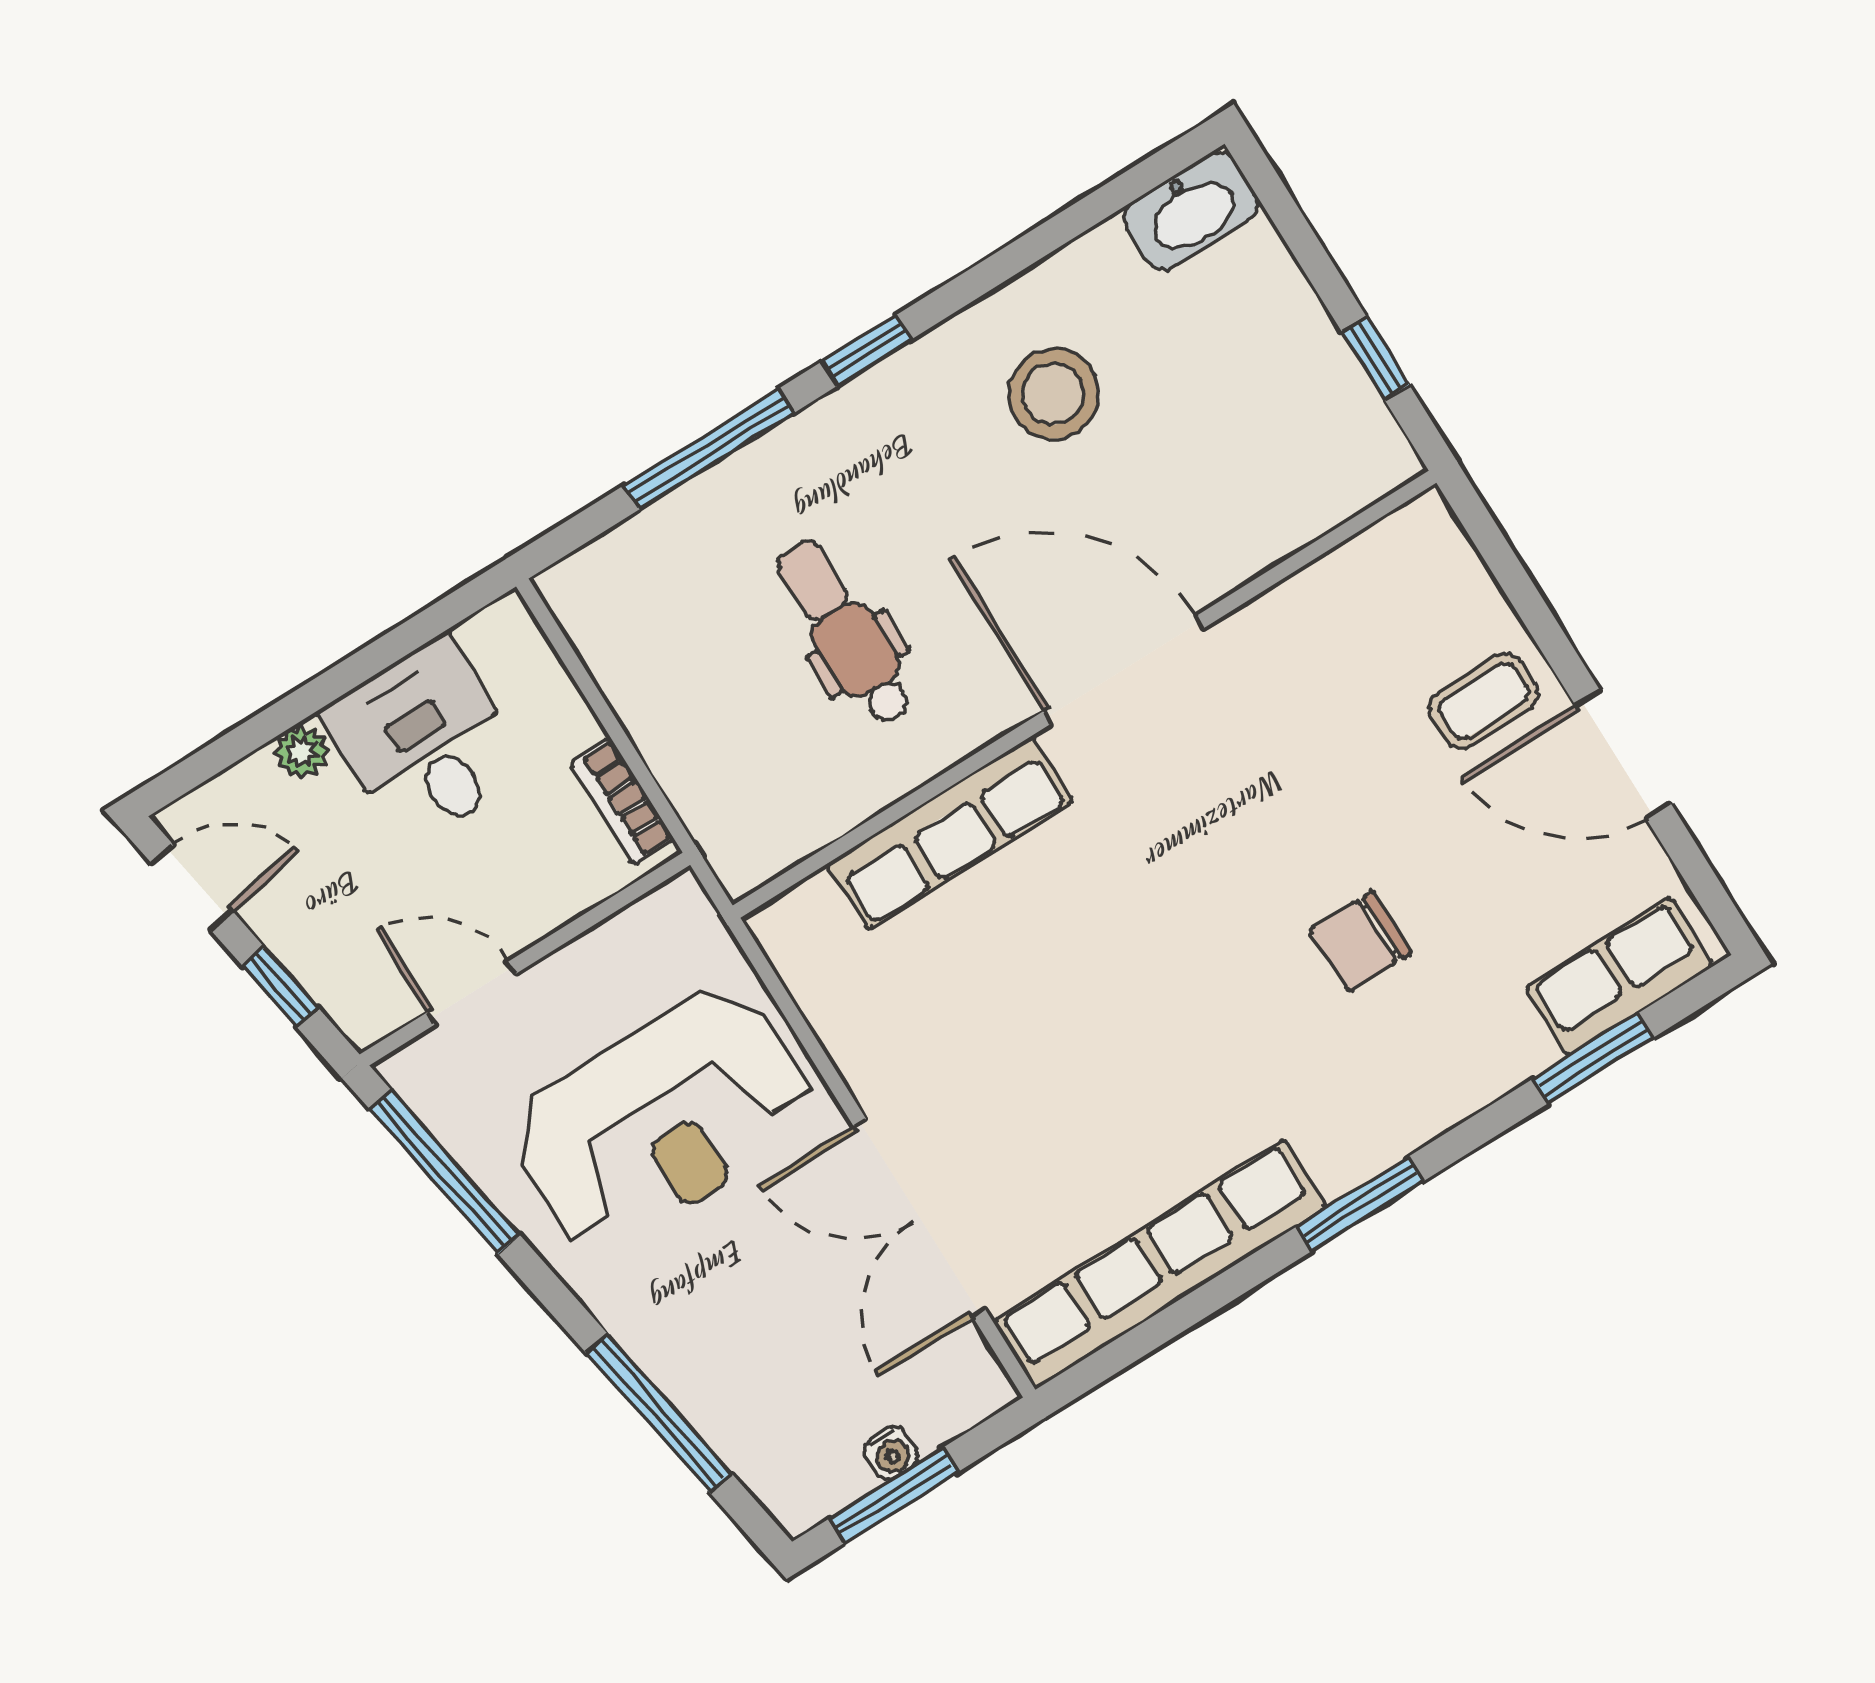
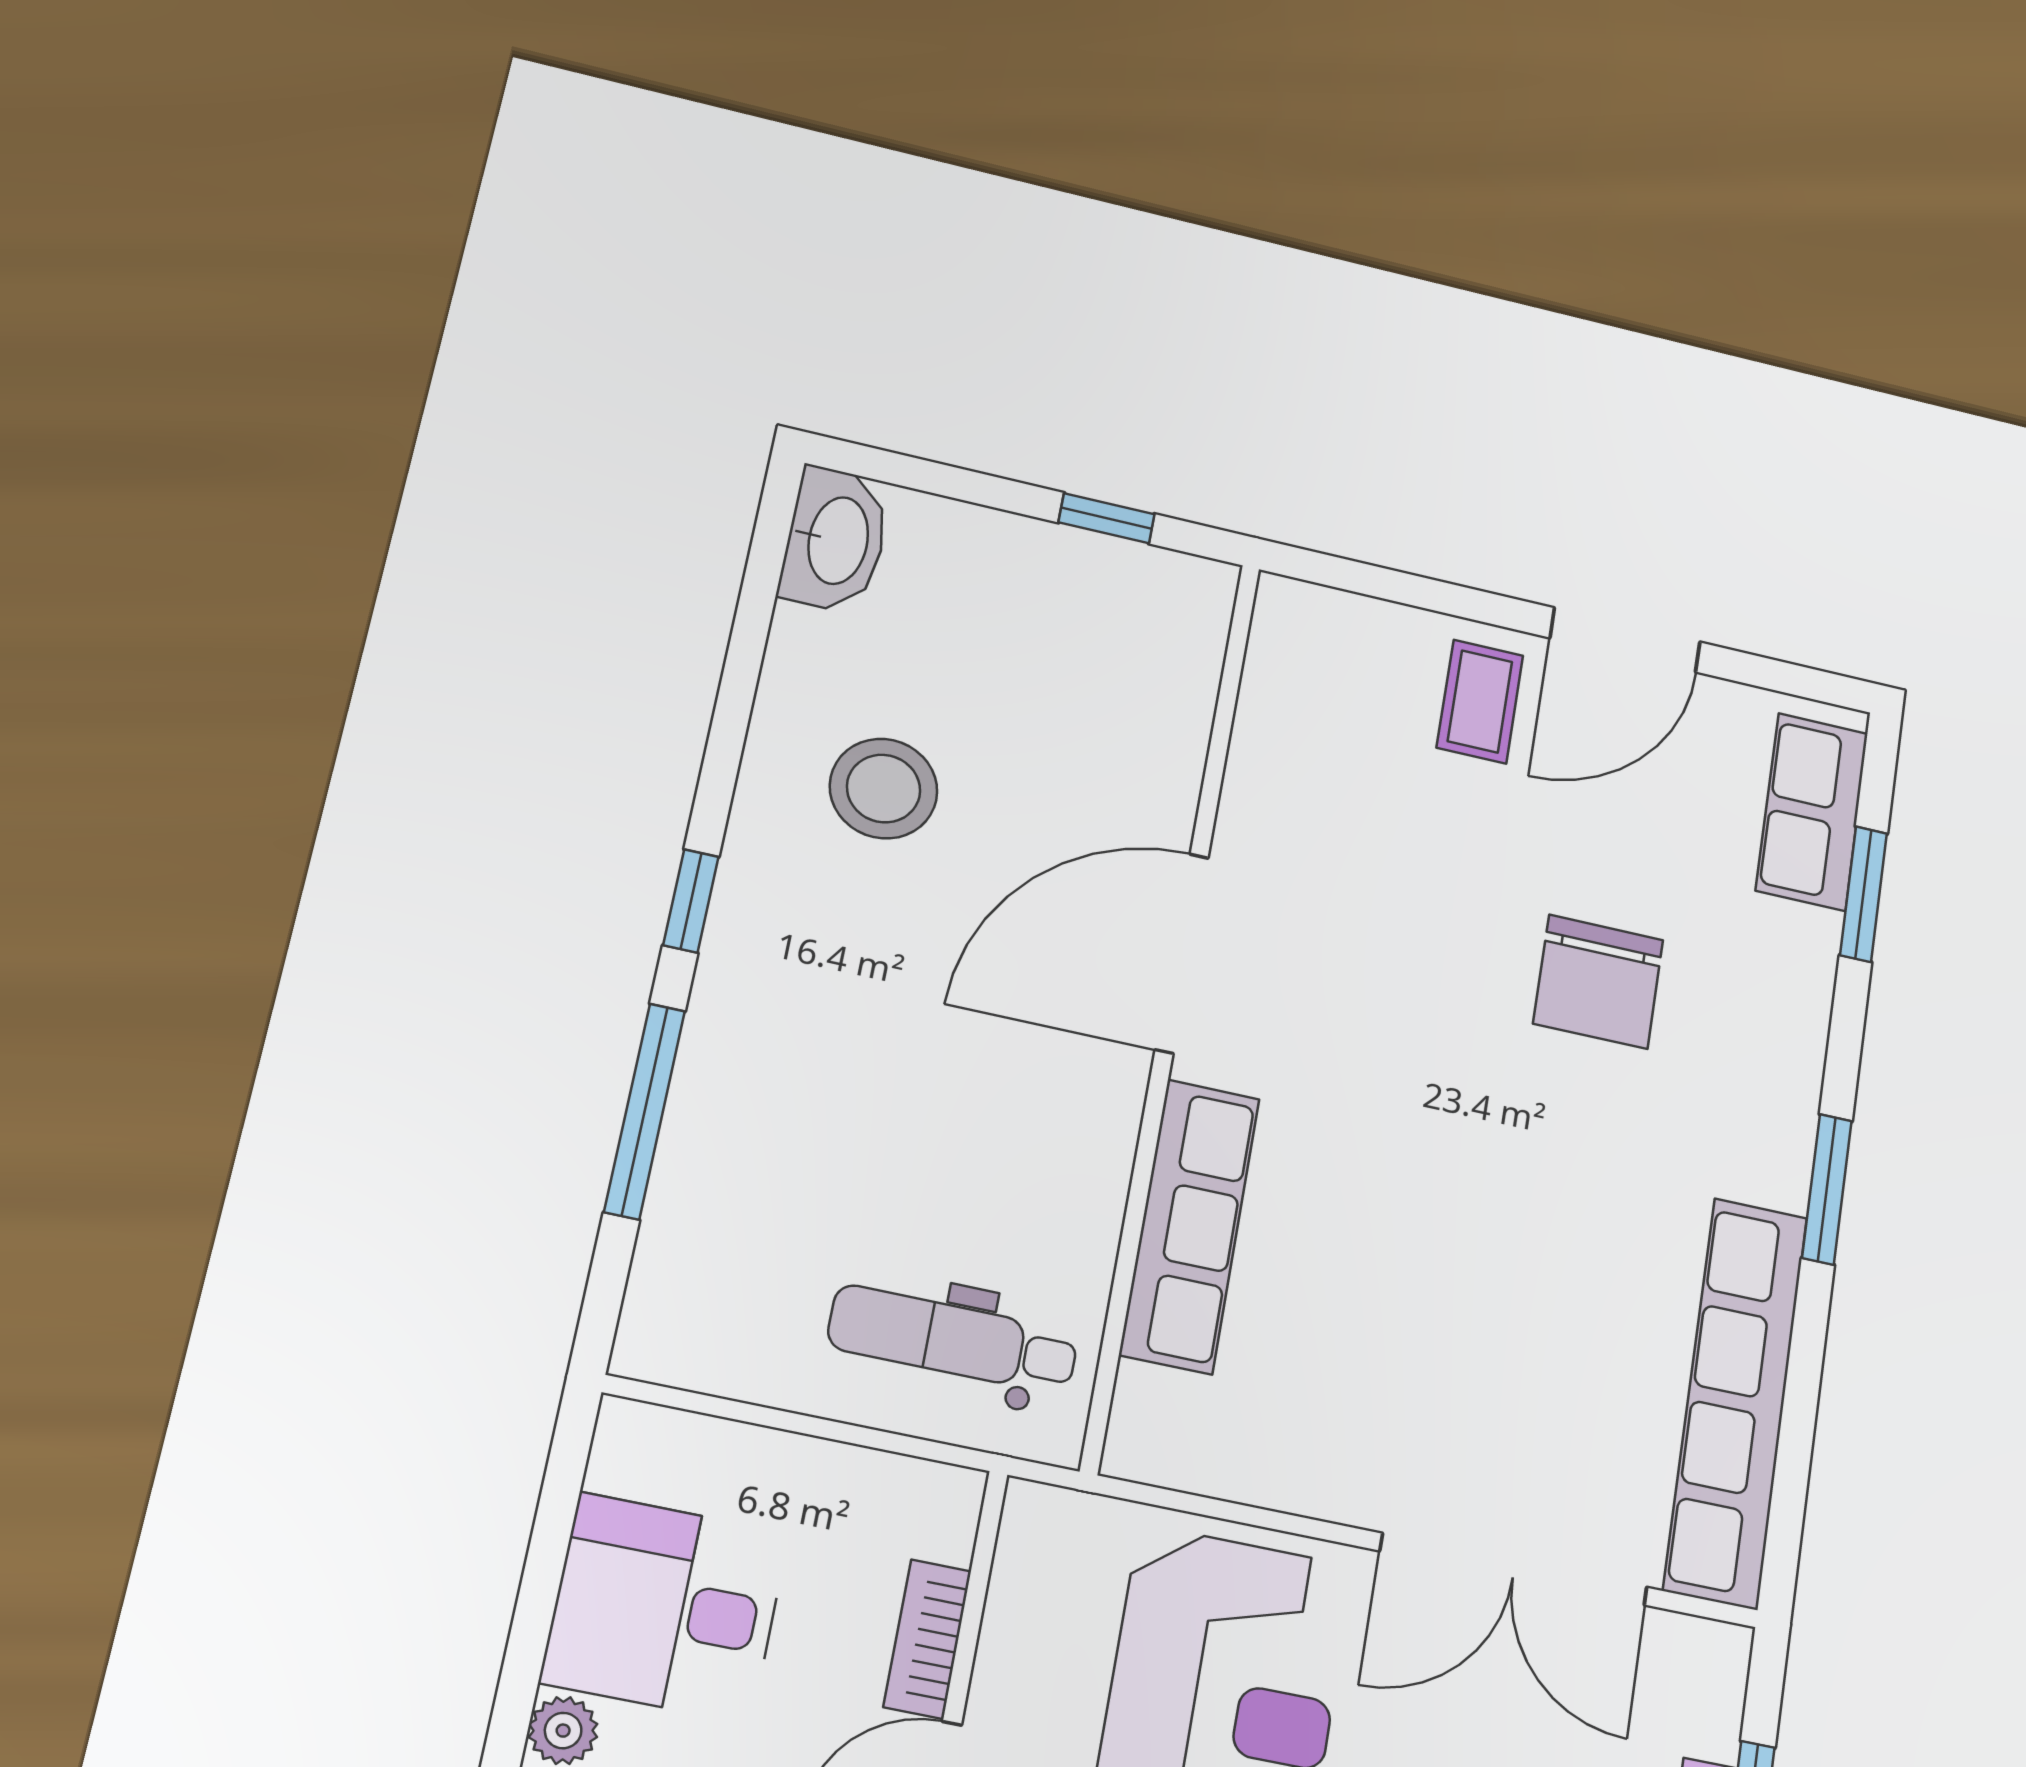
dental chair: (845, 633) -> (953, 1340), moved
bookcase: (622, 801) -> (927, 1639), moved, turned 90
chair: (1361, 941) -> (1598, 982), width x1.37, depth x1.37

